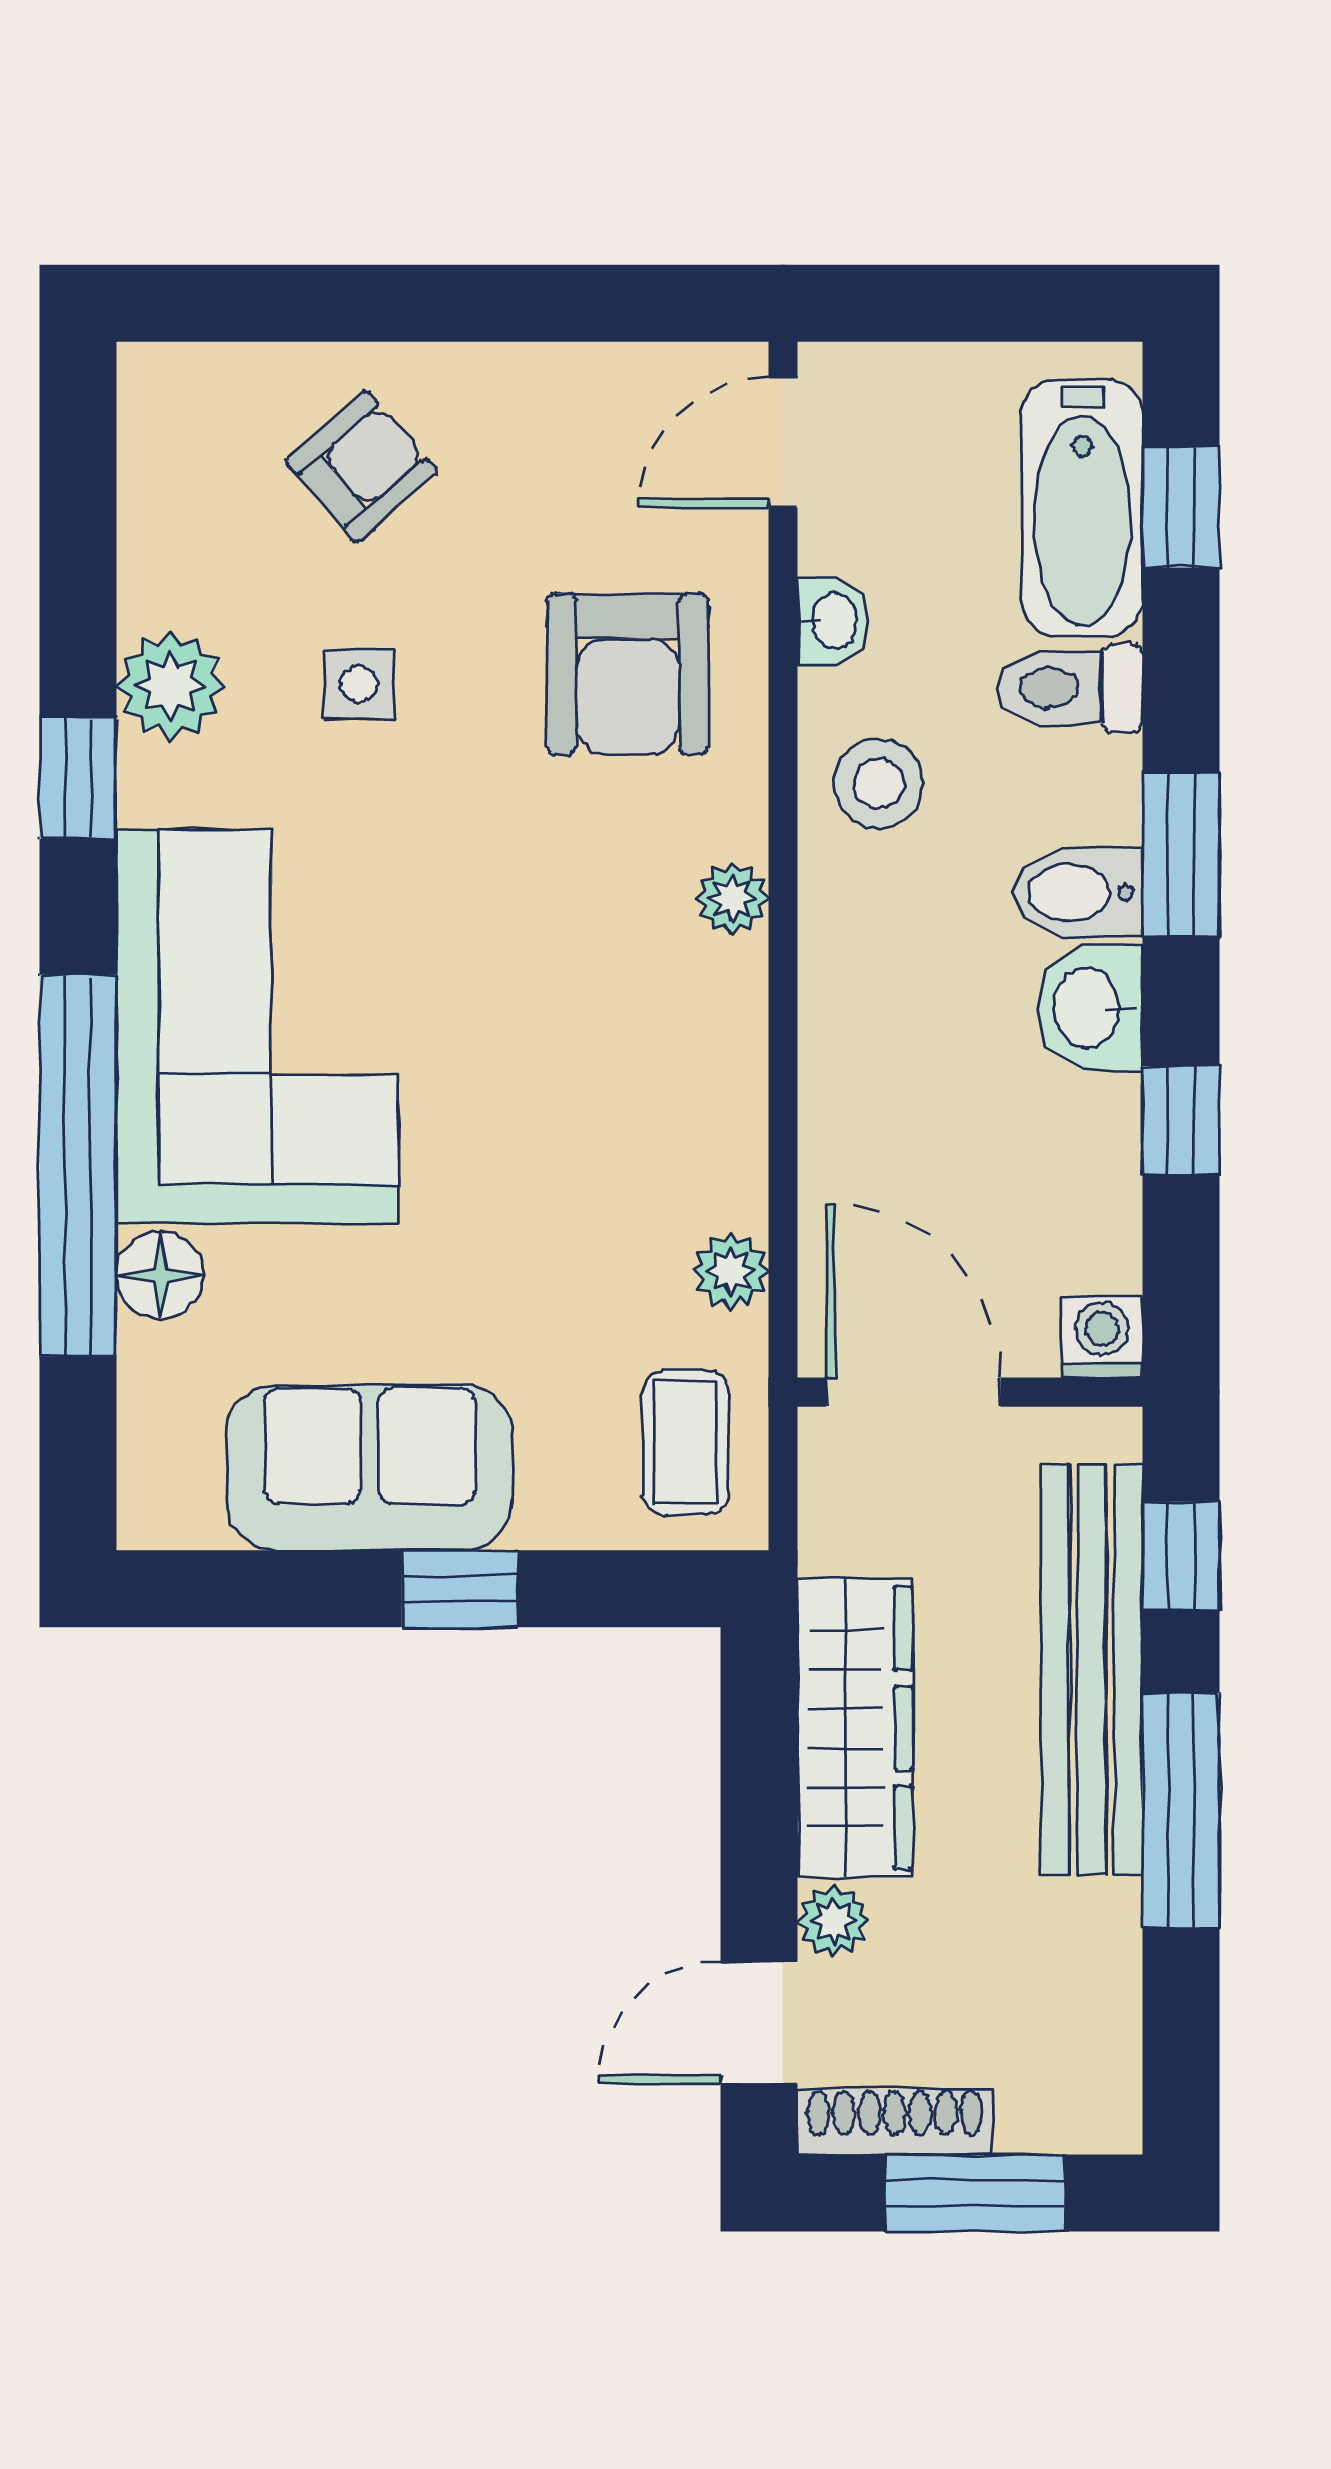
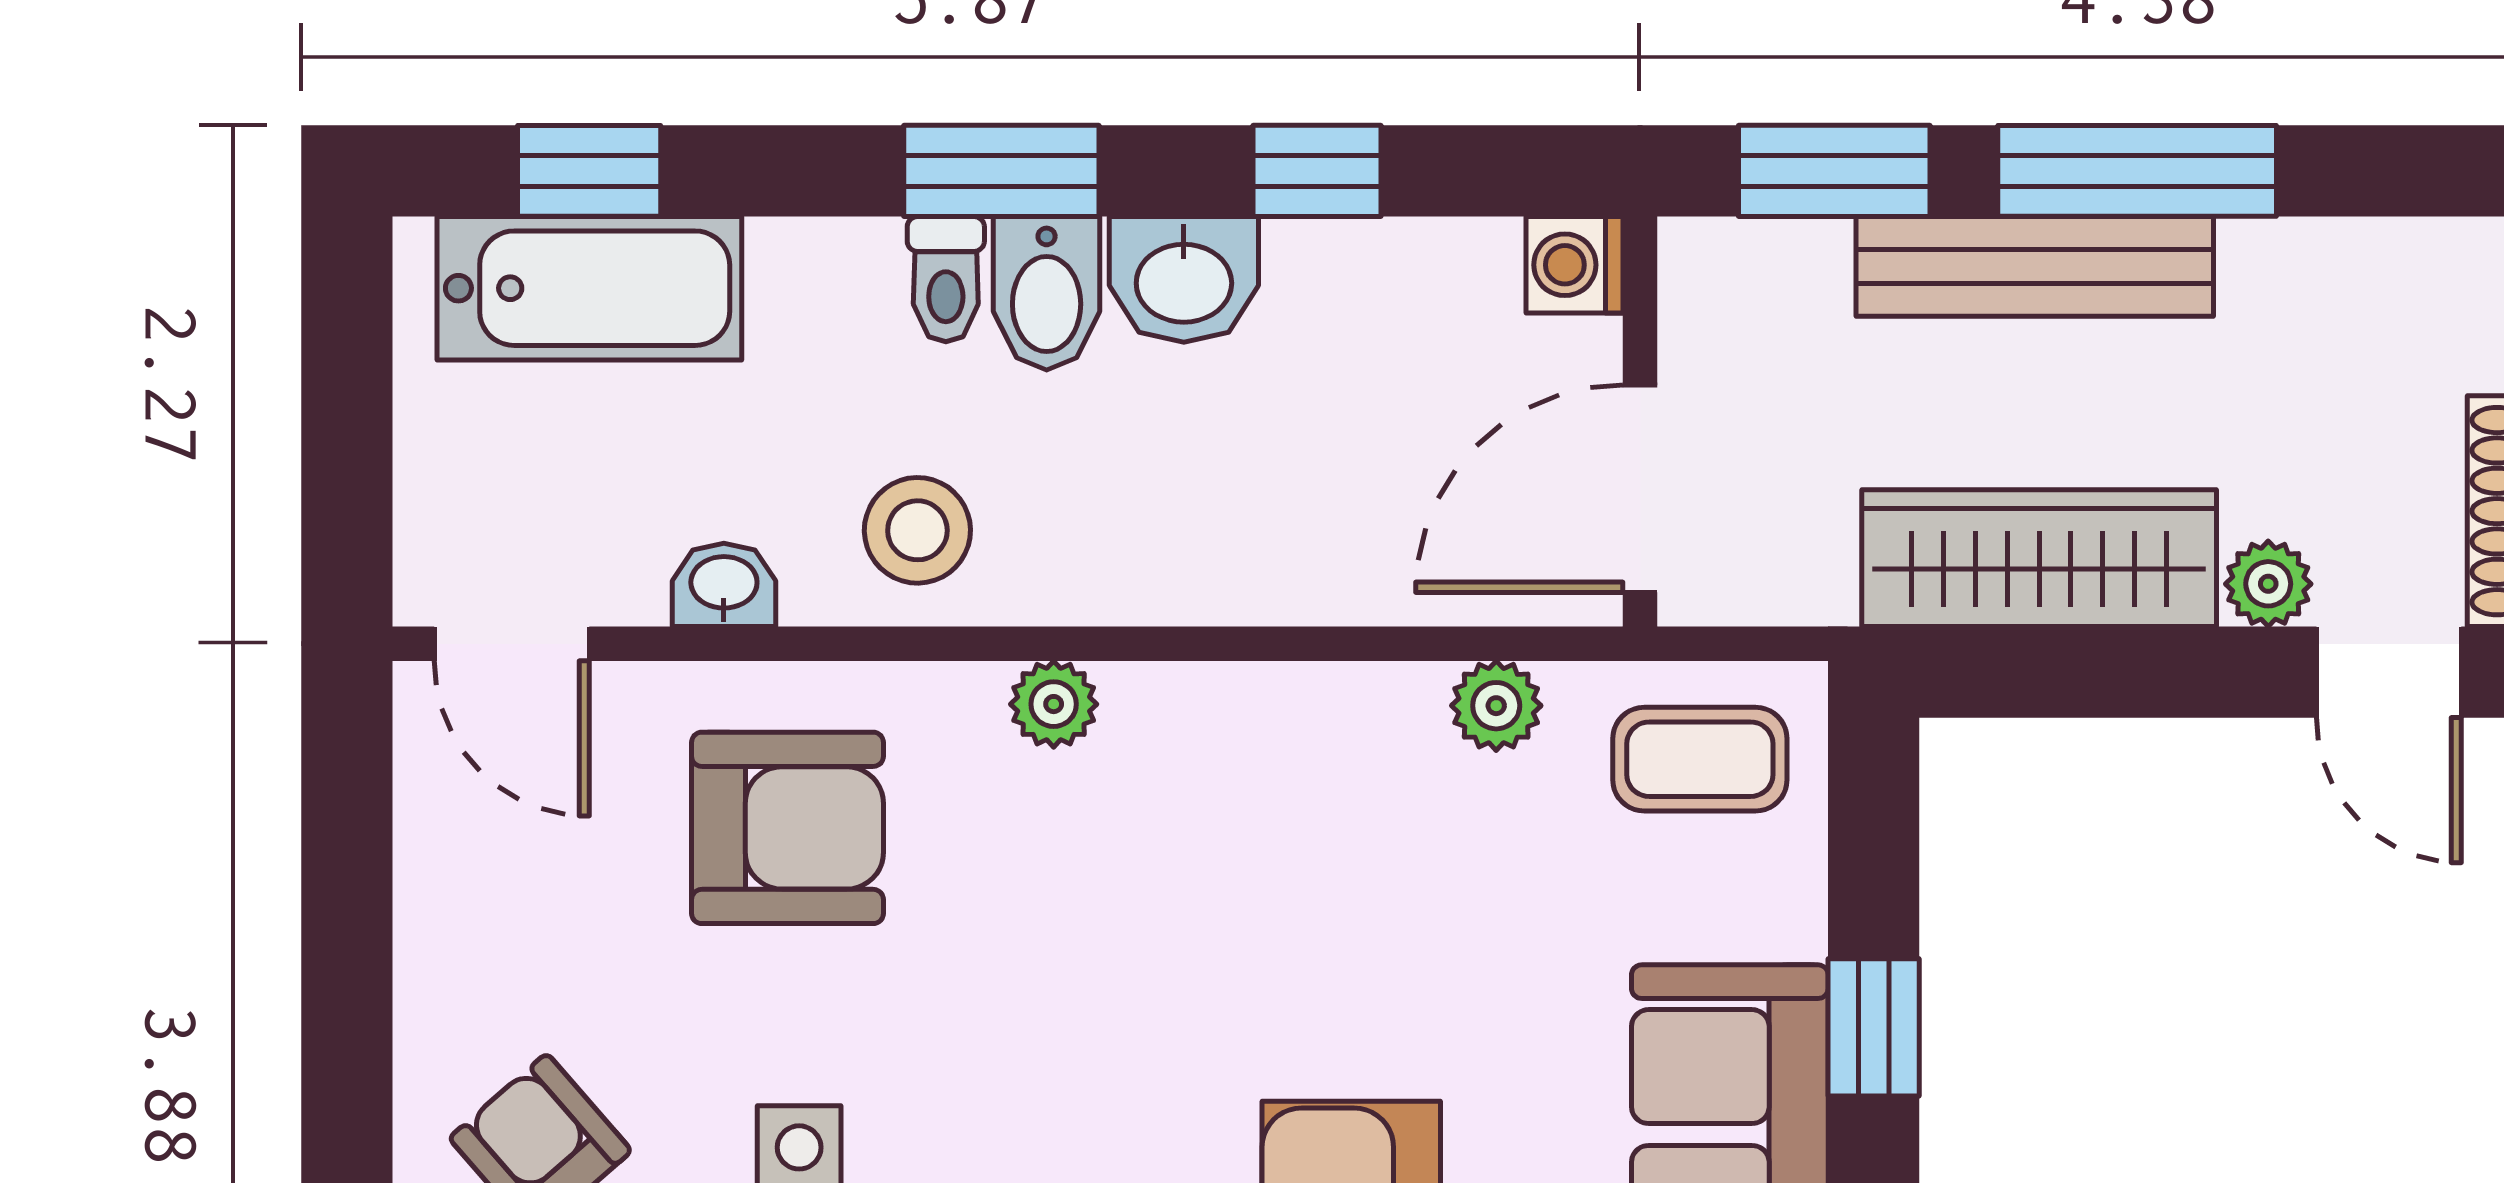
toilet: (1070, 688) -> (946, 279), moved, width x0.73, depth x0.72
window: (1181, 1556) -> (1834, 171), width x1.50
bench: (1092, 1669) -> (2035, 266), width x0.73, depth x0.82

